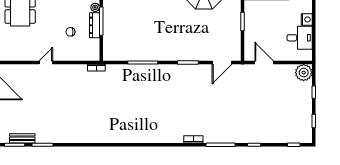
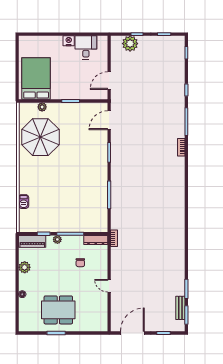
dresser: (95, 25) -> (96, 240), moved
door: (222, 62) -> (109, 120), swing flipped
plant: (304, 73) -> (130, 44), moved

